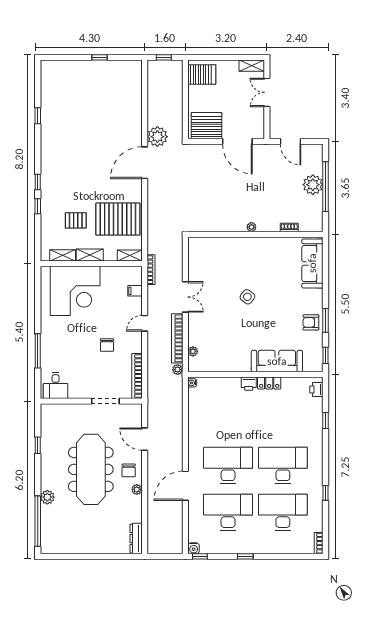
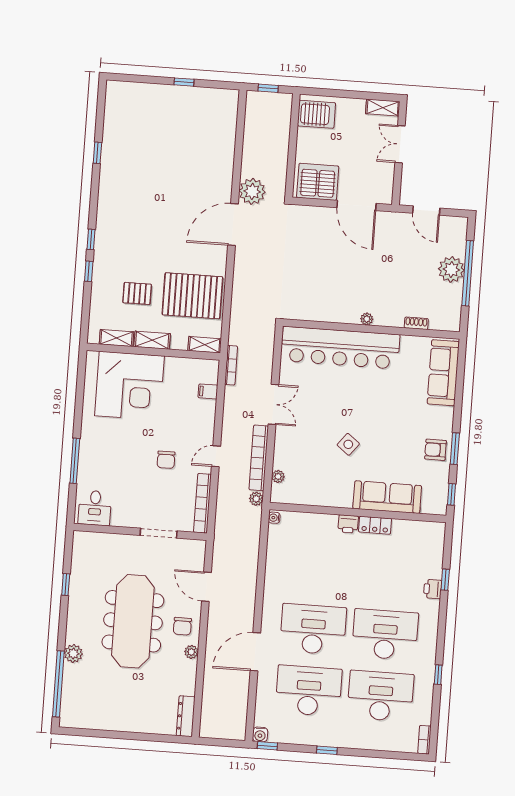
bar counter: (233, 250) -> (340, 348), added
side table: (247, 297) -> (348, 444), moved
door: (145, 323) -> (216, 456), moved
printer: (316, 390) -> (433, 589), moved

